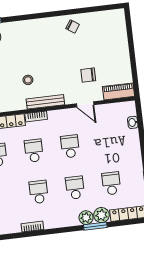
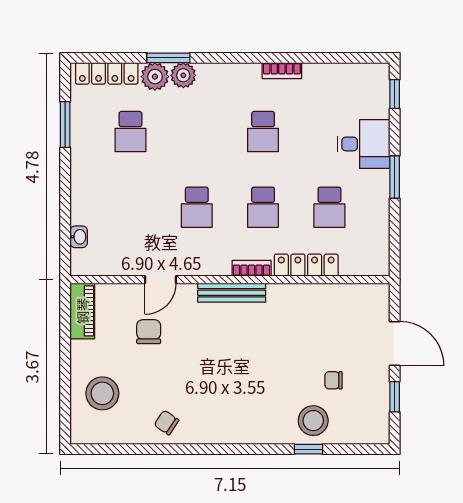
chair: (88, 75) -> (149, 332), turned -90
stool: (28, 80) -> (102, 393), moved, width x1.89, depth x1.89
piano: (119, 91) -> (82, 311), moved, turned -90
door: (85, 104) -> (160, 280), swing flipped
school desk: (75, 188) -> (197, 132), removed

